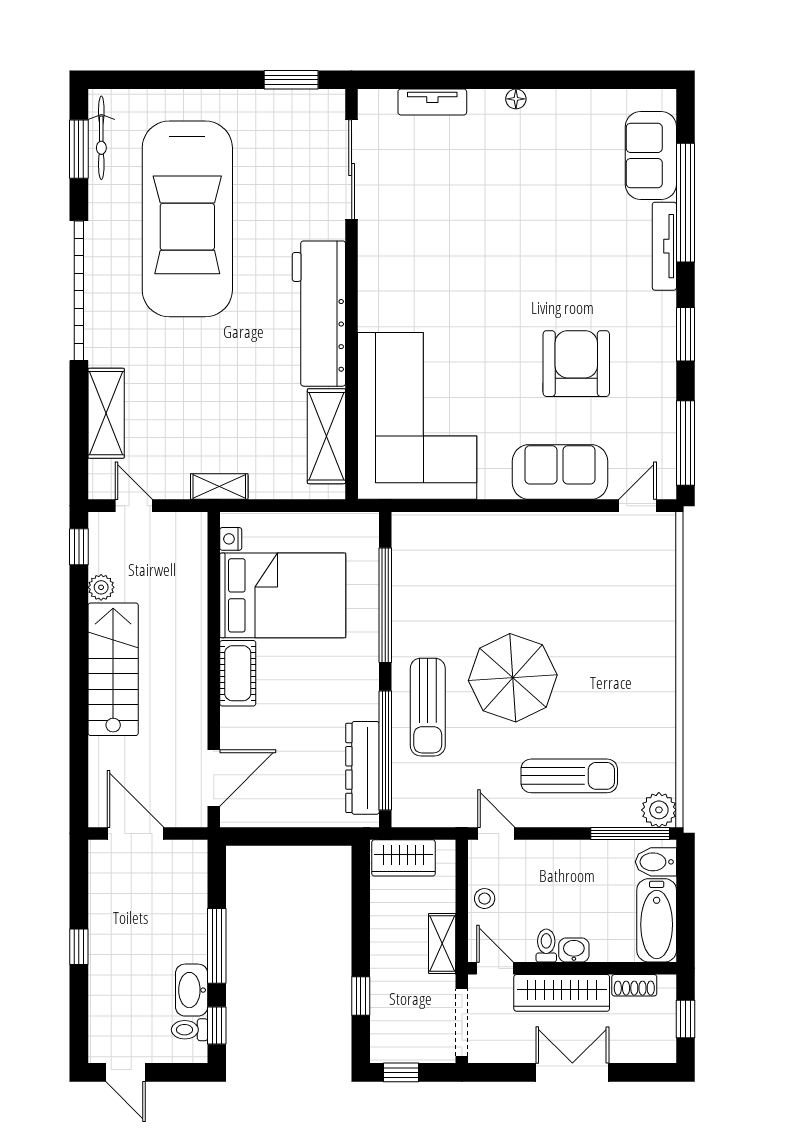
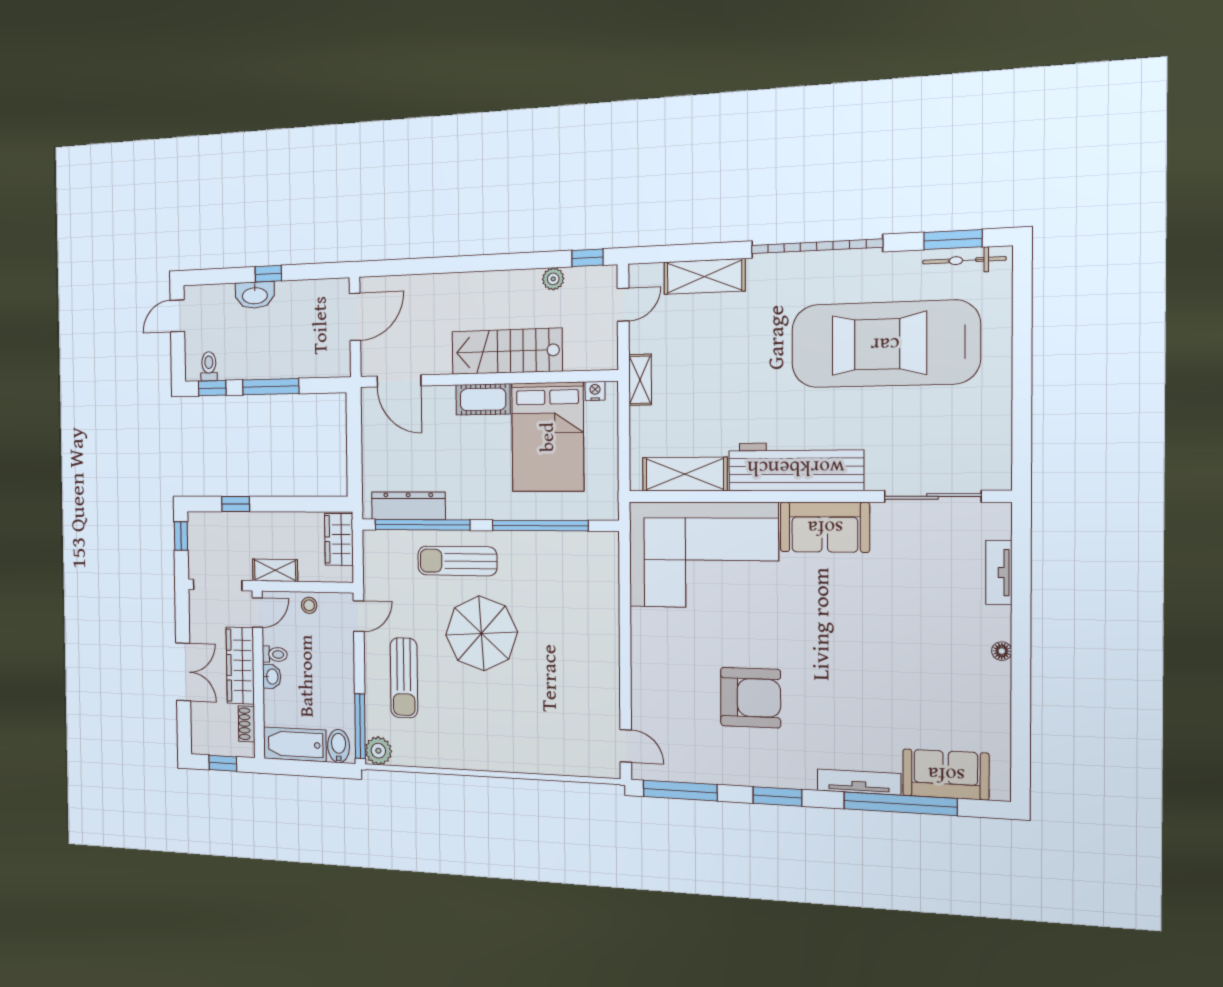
window: (291, 80) -> (1022, 439), removed
sofa: (560, 472) -> (825, 527), moved, turned 90
stairs: (113, 669) -> (507, 351), moved, turned 180
washbasin: (192, 990) -> (255, 295), moved, turned 180

